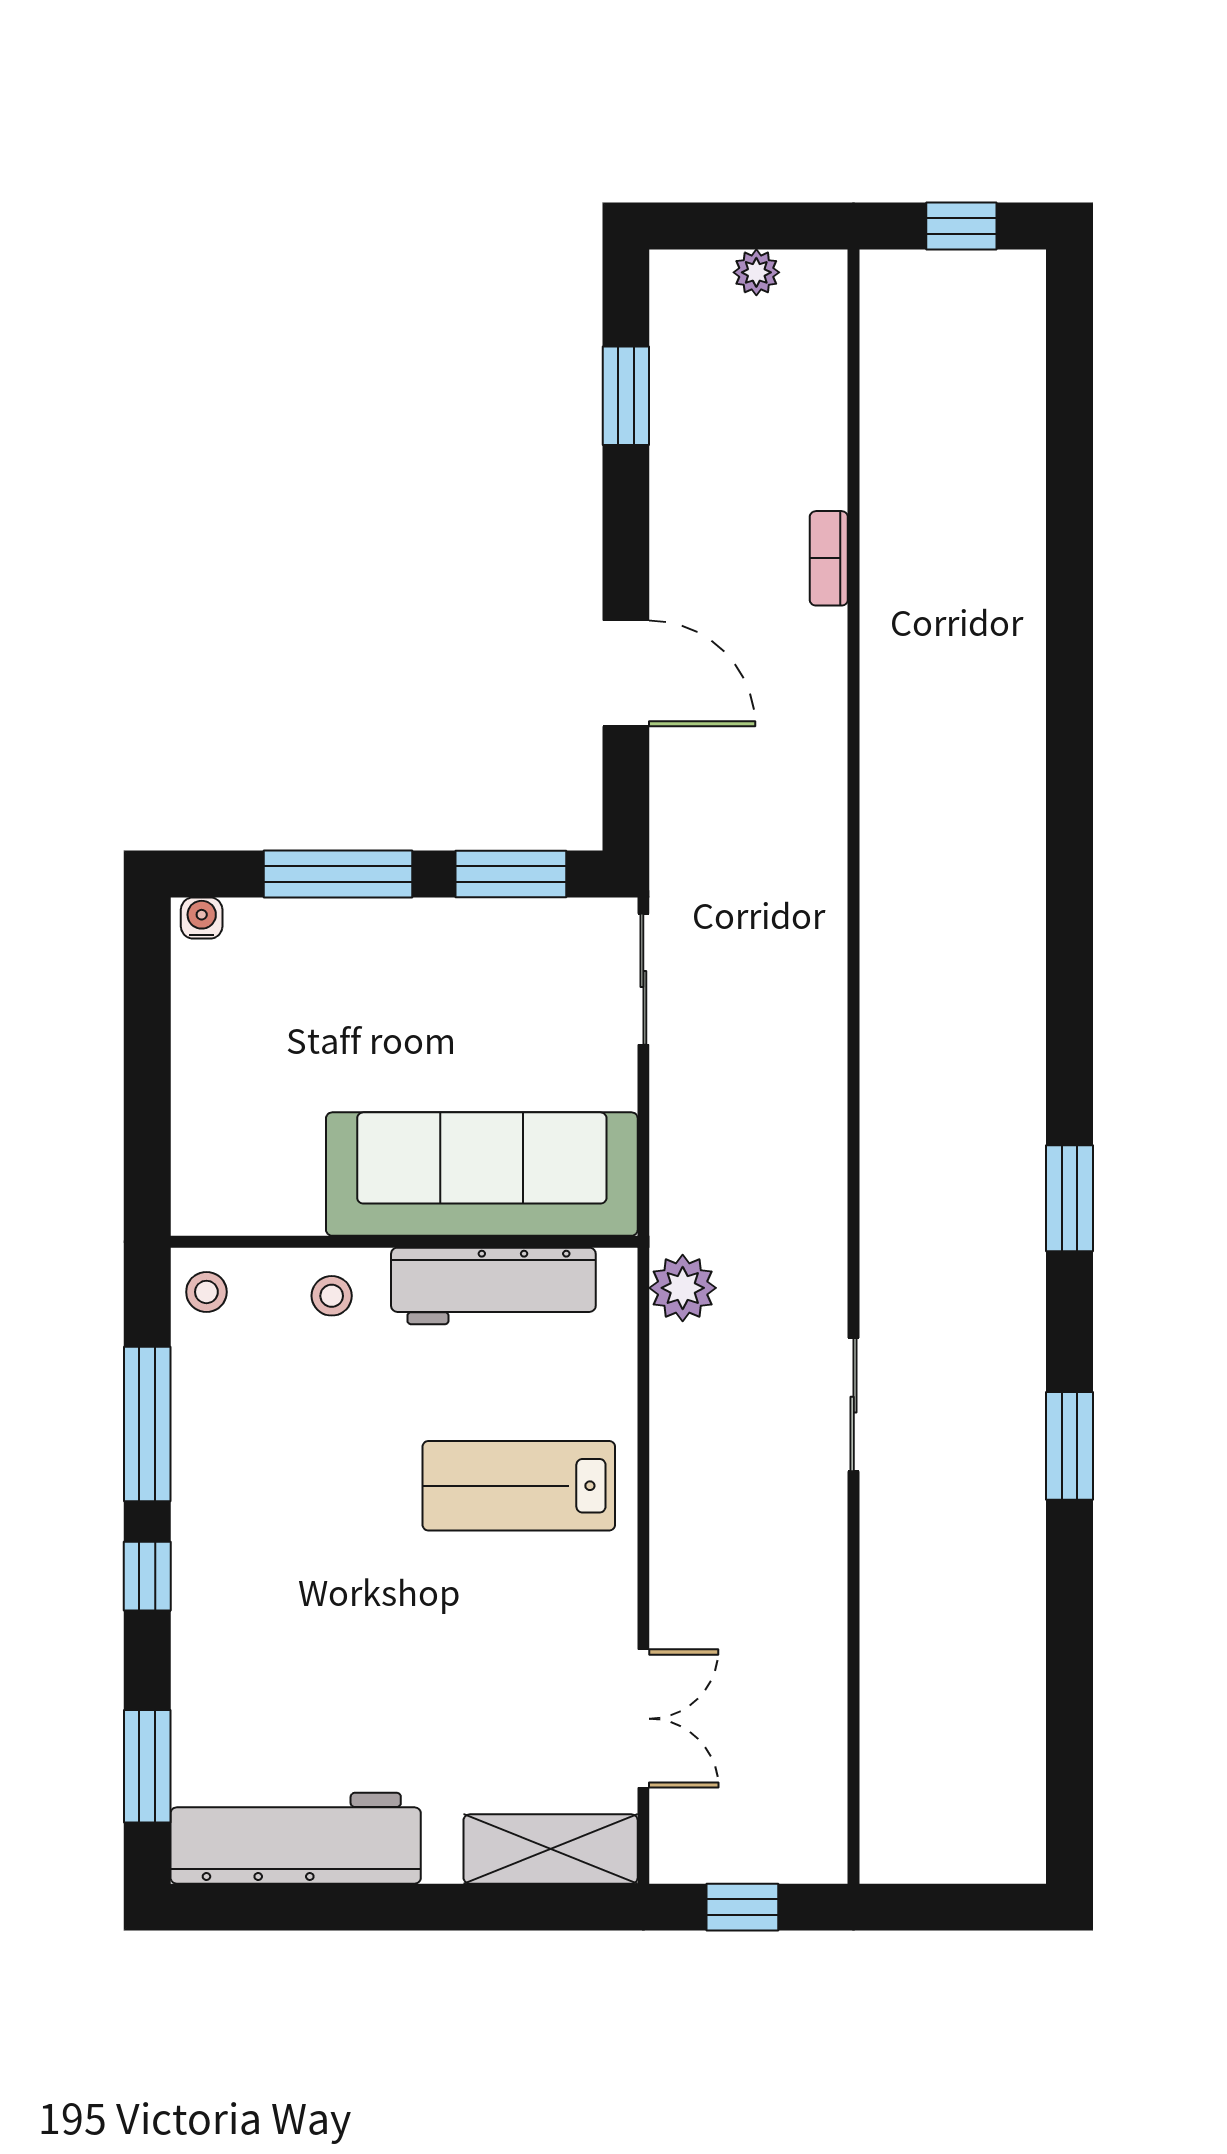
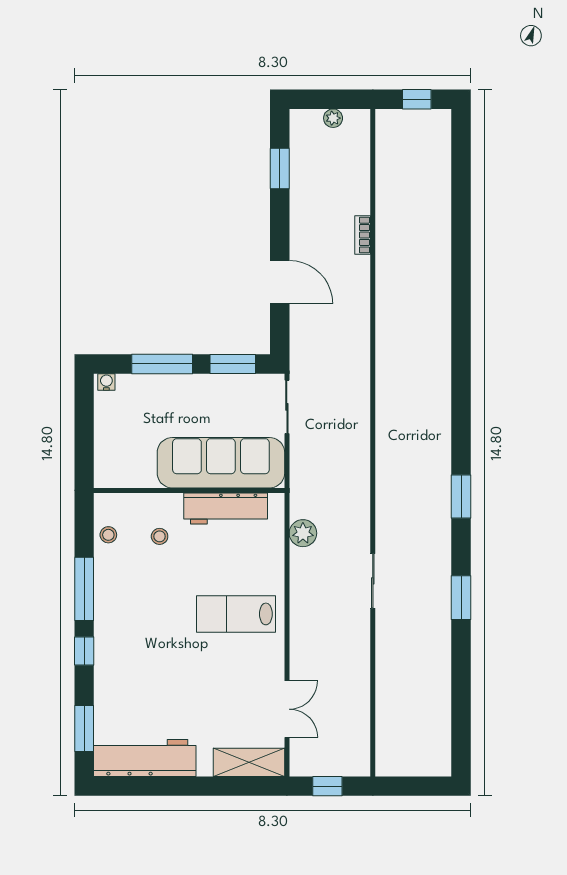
sofa: (482, 1174) -> (221, 463), moved
wall: (404, 1242) -> (189, 490), moved
workbench: (493, 1286) -> (226, 508), moved

